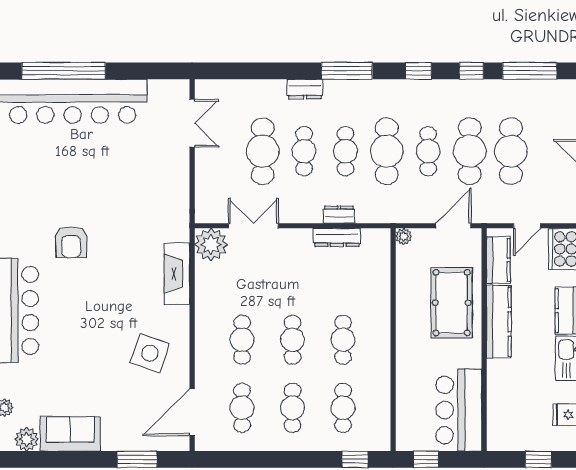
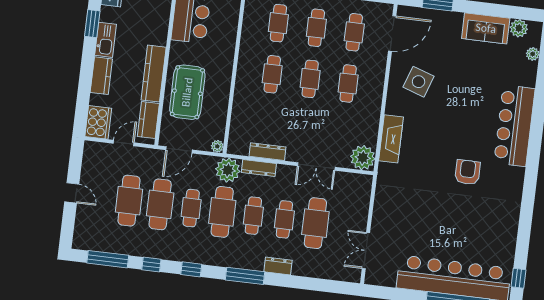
plant: (386, 207) -> (228, 170), added
dresser: (339, 215) -> (259, 168), width x1.44
double door: (253, 226) -> (316, 166), moved

